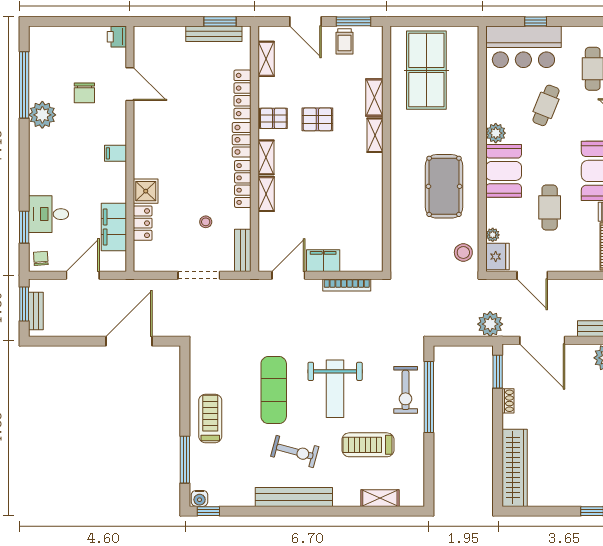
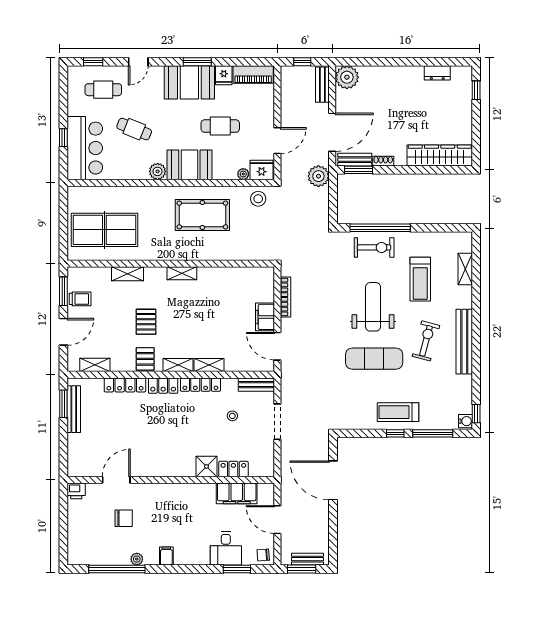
plant: (42, 115) -> (137, 559), width x0.53, depth x0.53
shelving: (375, 135) -> (182, 273), moved
filing cabinet: (115, 153) -> (166, 556), moved, turned 180
bench: (510, 367) -> (355, 160), added
weight bench: (335, 389) -> (373, 307), turned -90
window: (185, 415) -> (395, 433), added

